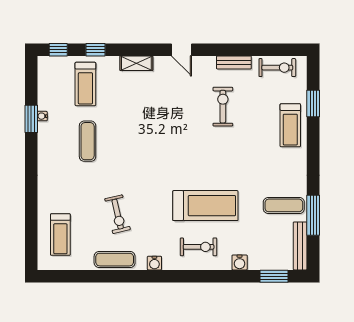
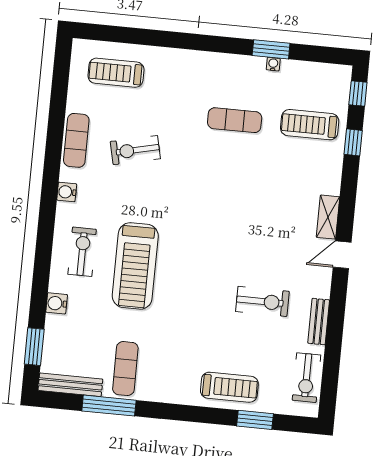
shelving: (136, 63) -> (328, 217), moved
treadmill: (290, 125) -> (229, 387), turned 180
exercise bike: (199, 247) -> (82, 252), turned 180

